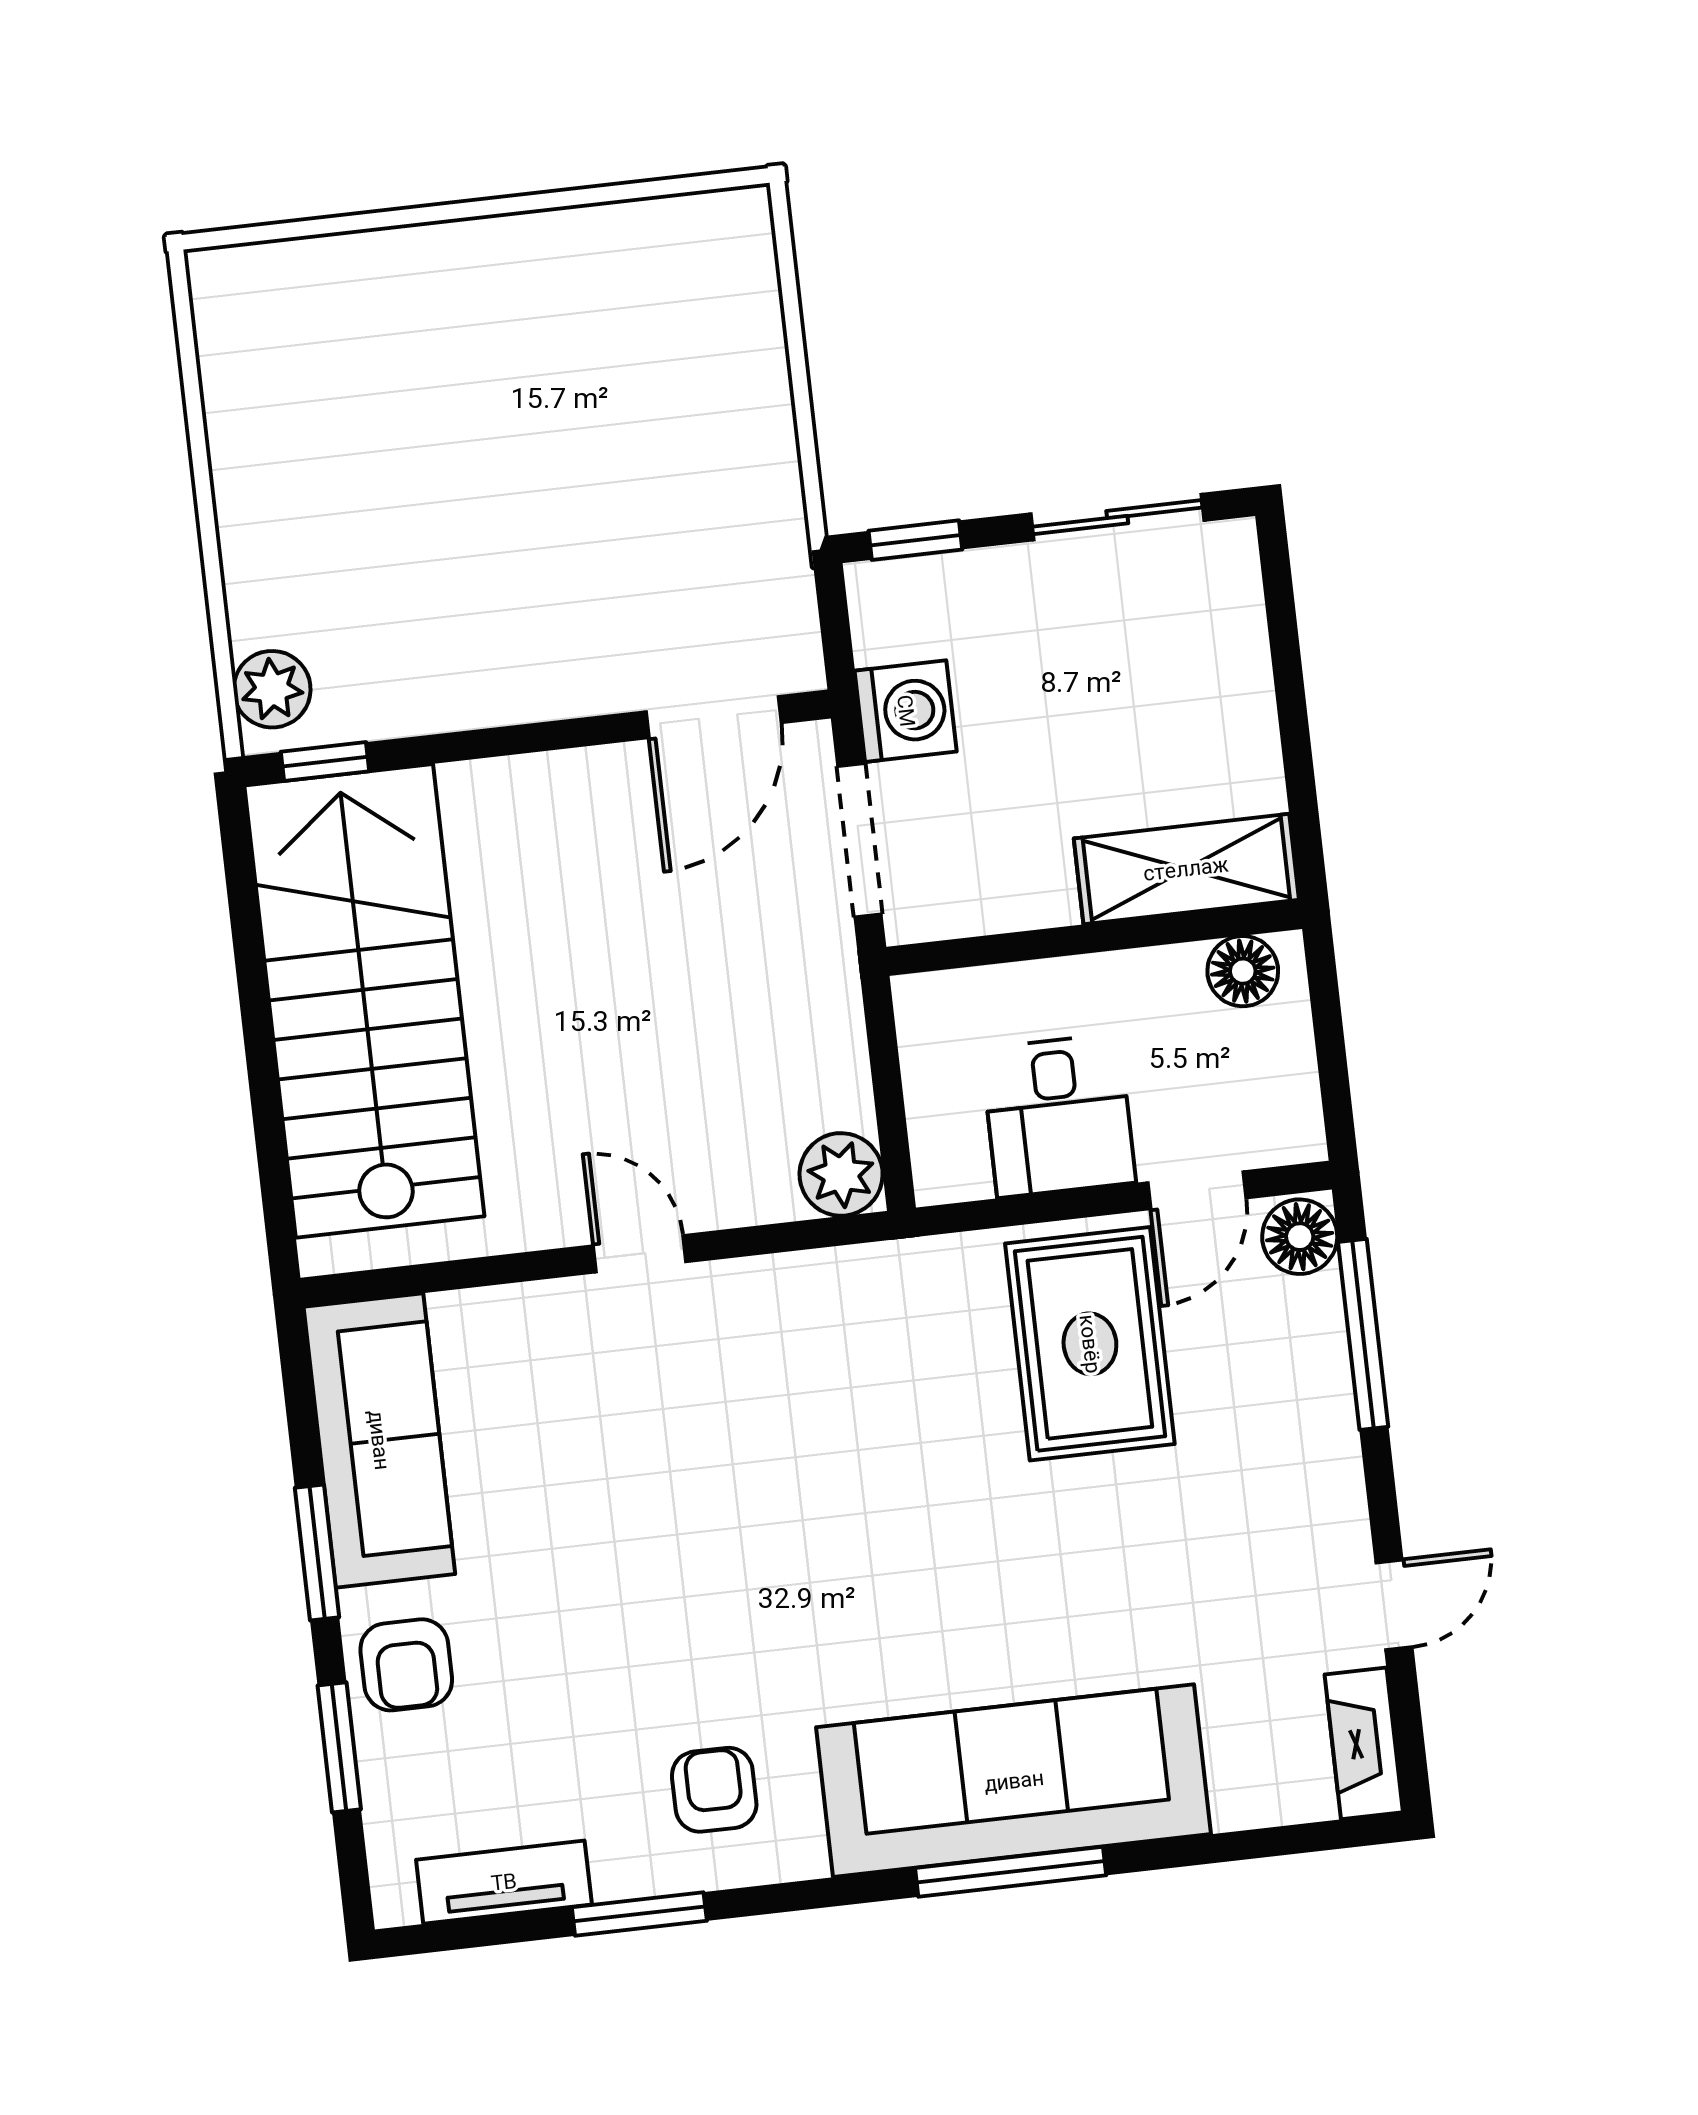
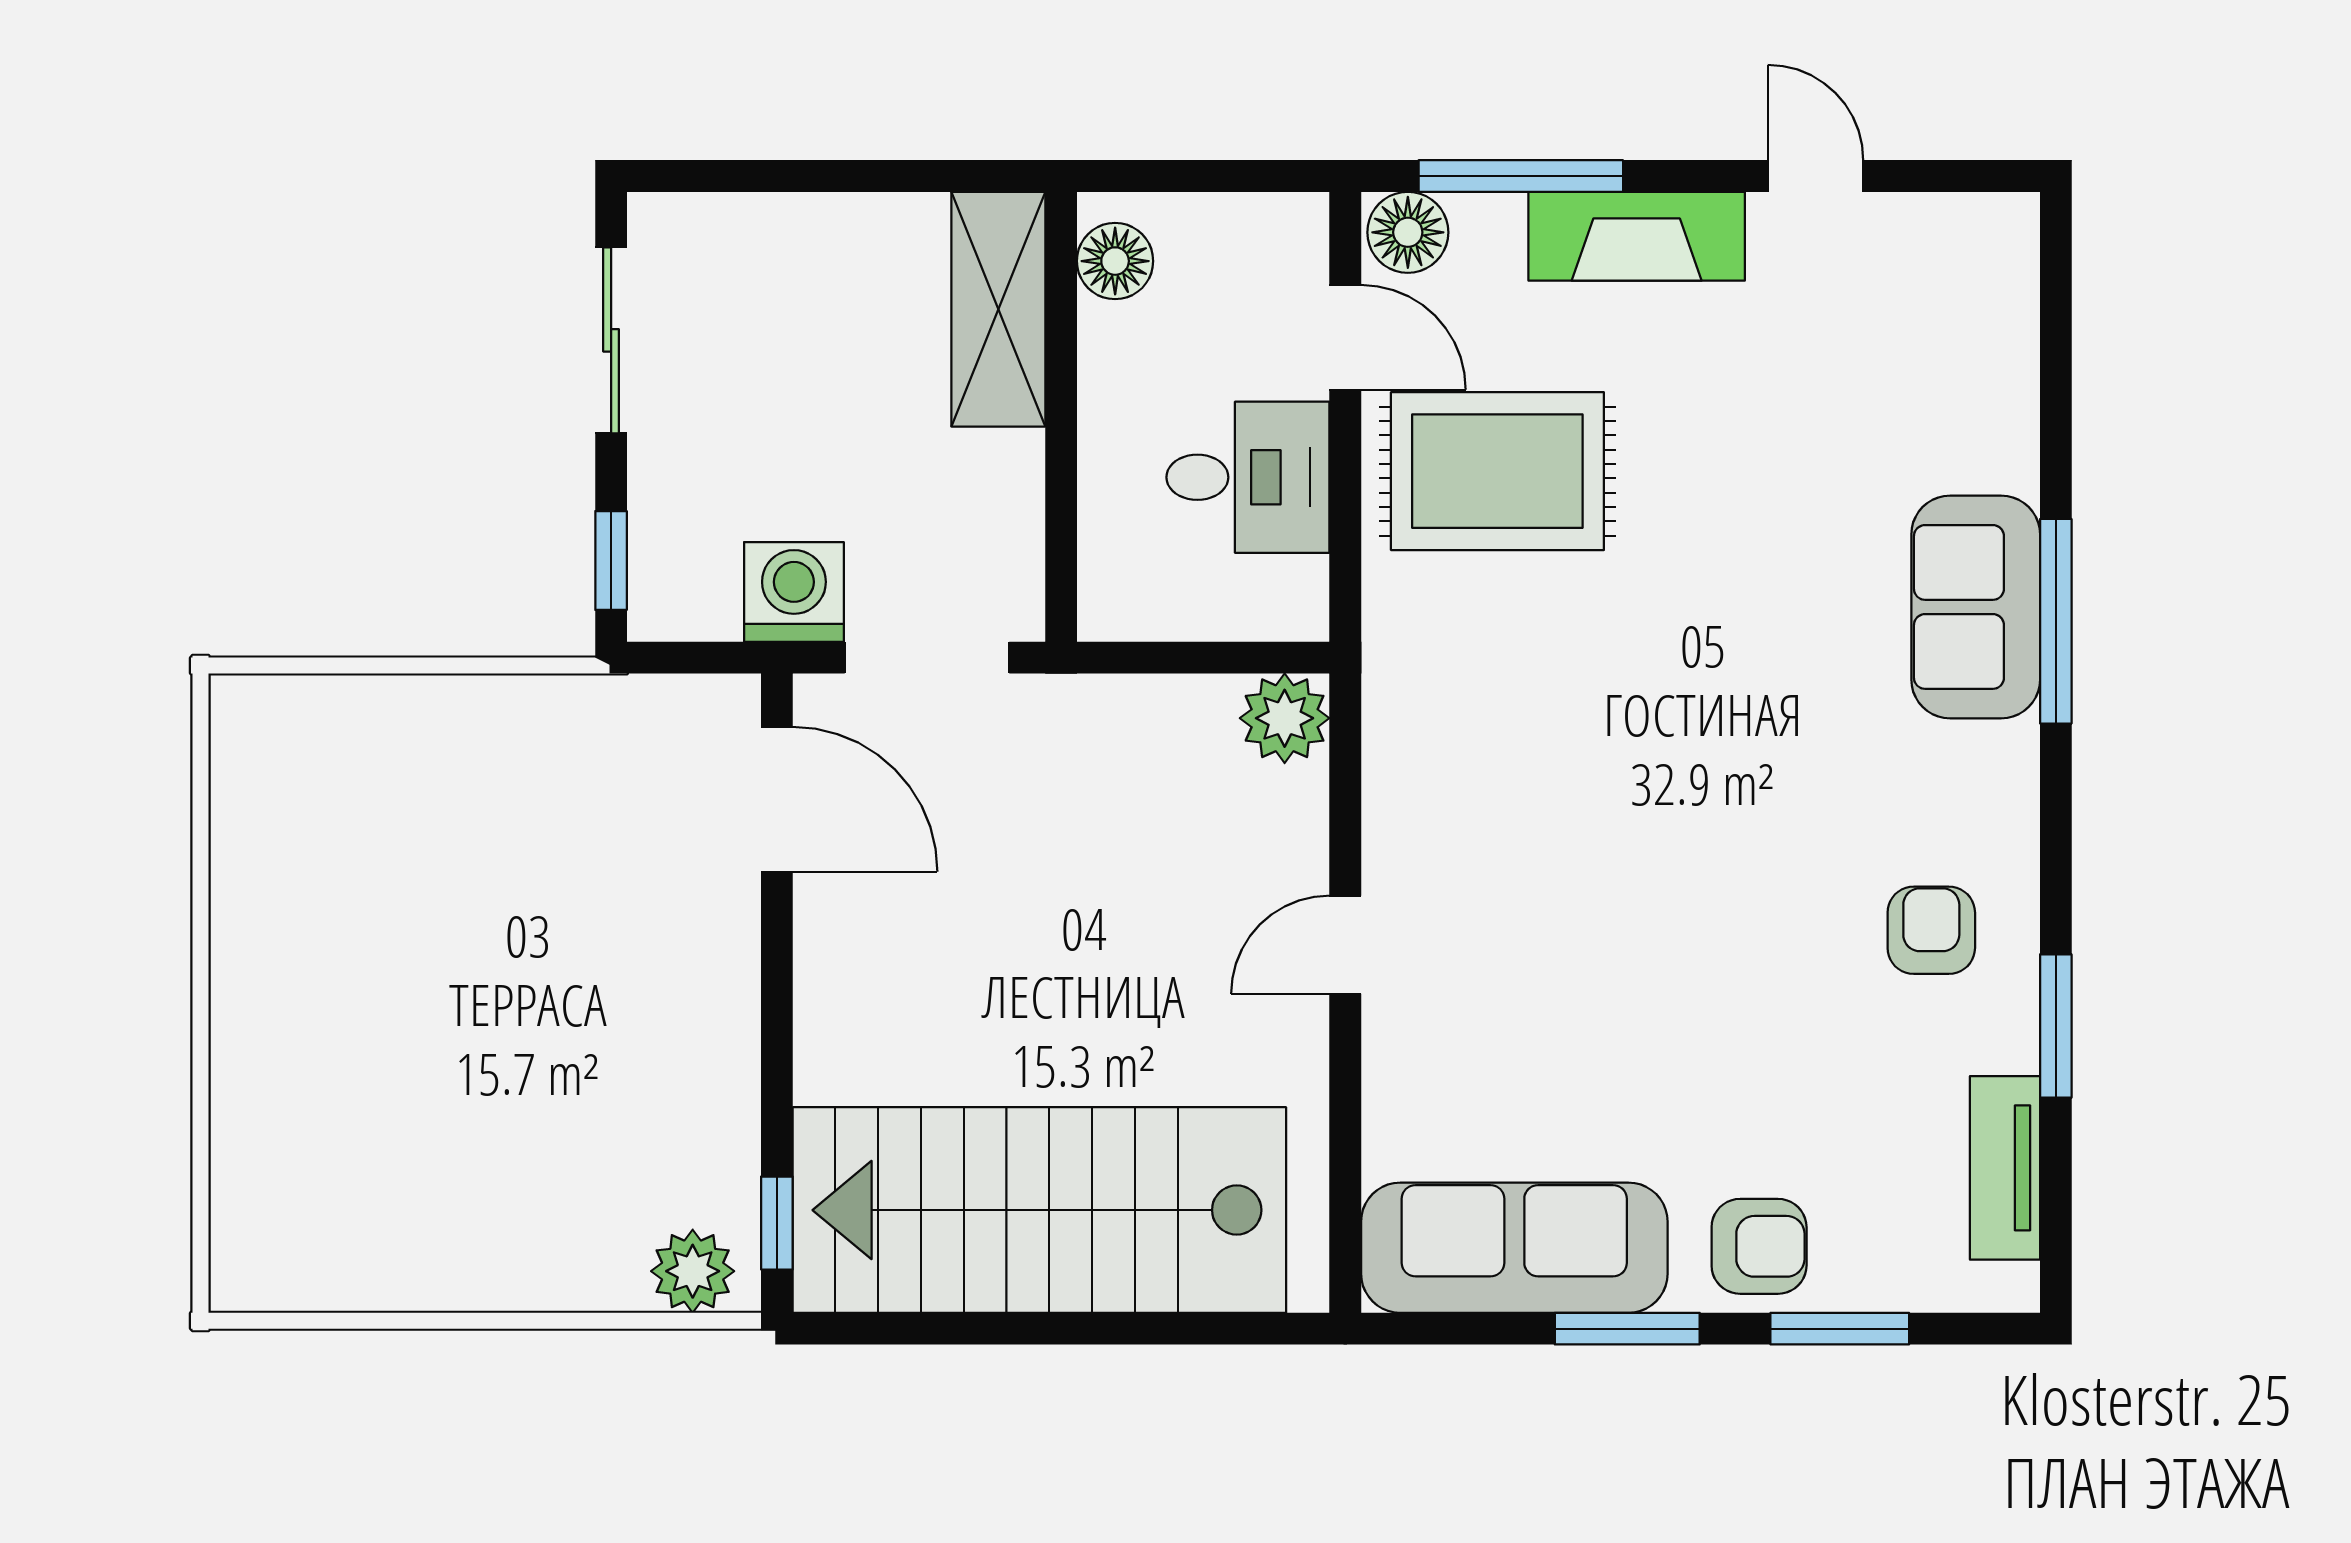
fireplace: (1364, 1743) -> (1637, 236), moved, width x1.37, depth x1.32
sofa: (1014, 1781) -> (1976, 607), width x0.54, depth x0.79
armchair: (714, 1790) -> (1931, 930), turned 90

